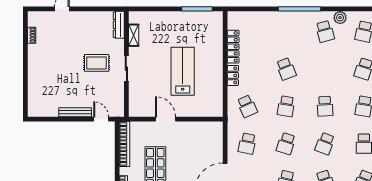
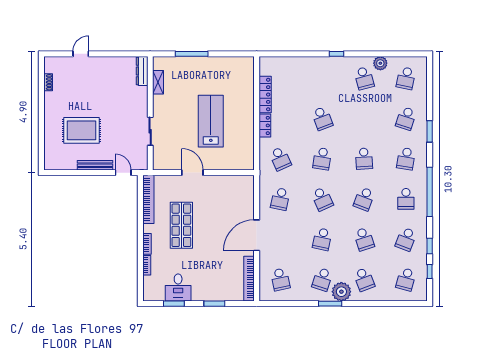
window: (197, 9) -> (192, 54), moved
window: (299, 9) -> (337, 54), width x0.32
rug: (97, 63) -> (82, 130), moved, width x1.36, depth x1.43
sliding door: (126, 69) -> (150, 131), moved
school desk: (286, 144) -> (322, 199), turned -42

